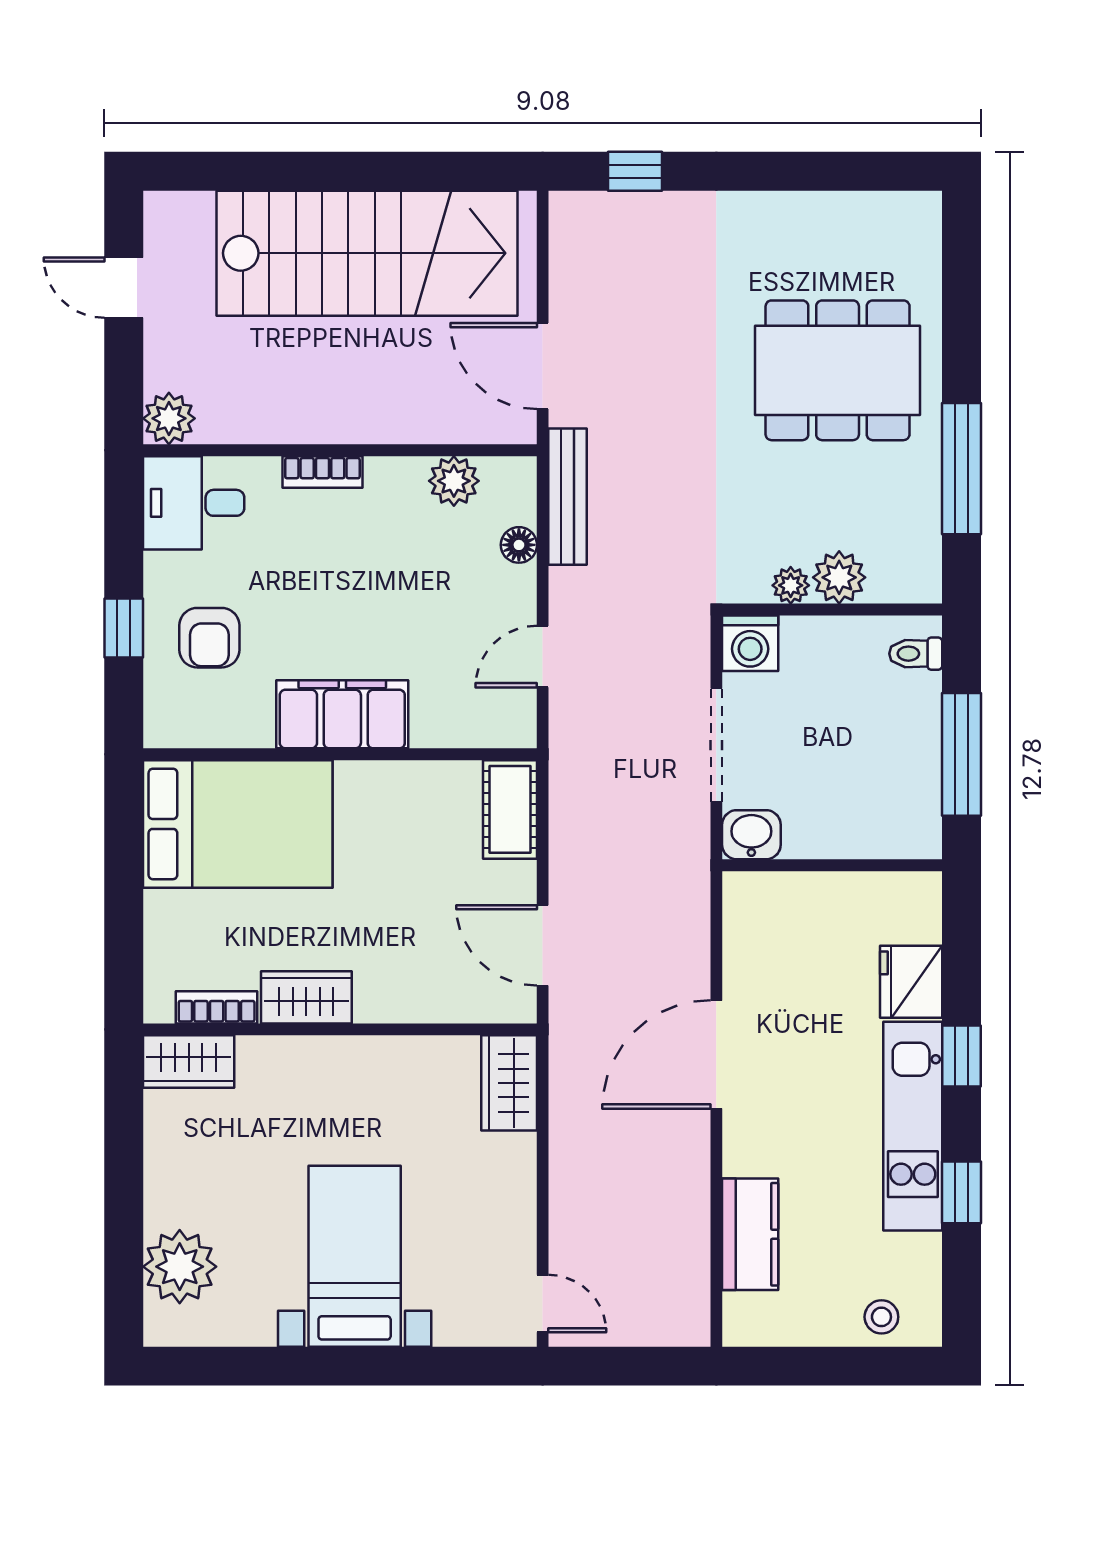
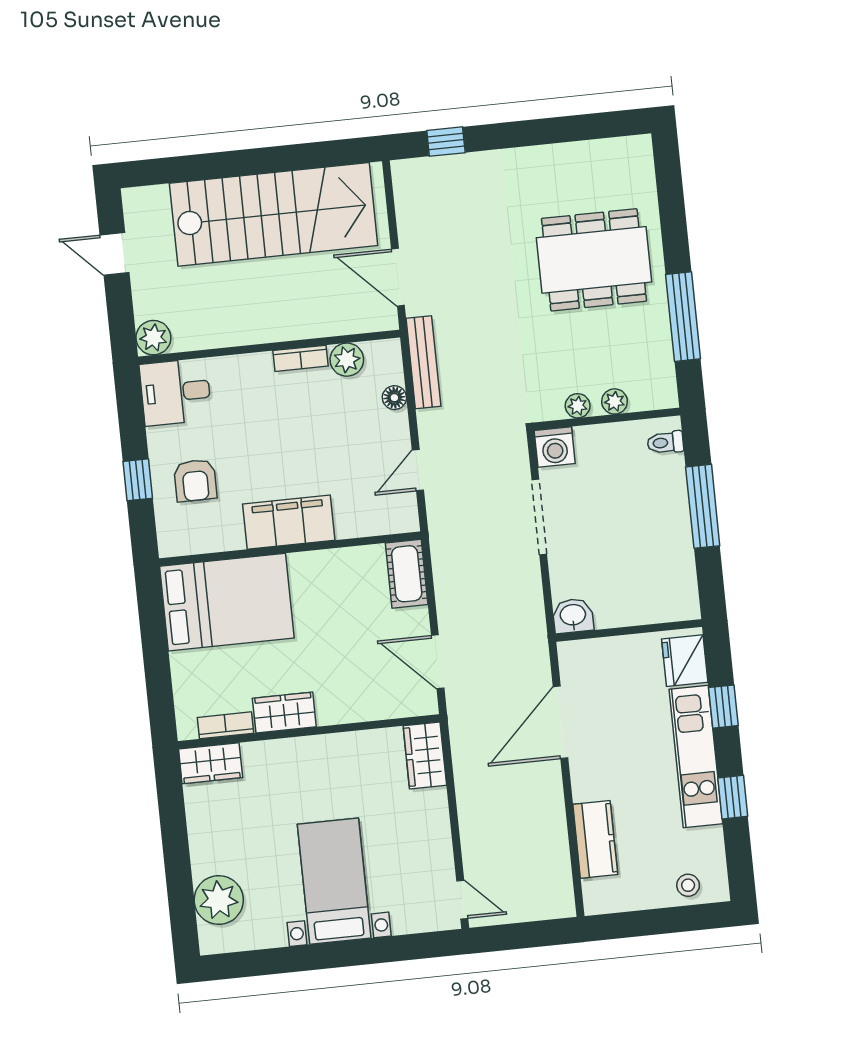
bookcase: (322, 472) -> (301, 358), moved
plant: (839, 577) -> (614, 401), width x0.73, depth x0.73
washbasin: (751, 835) -> (573, 616), moved
wall: (832, 865) -> (629, 630), moved

